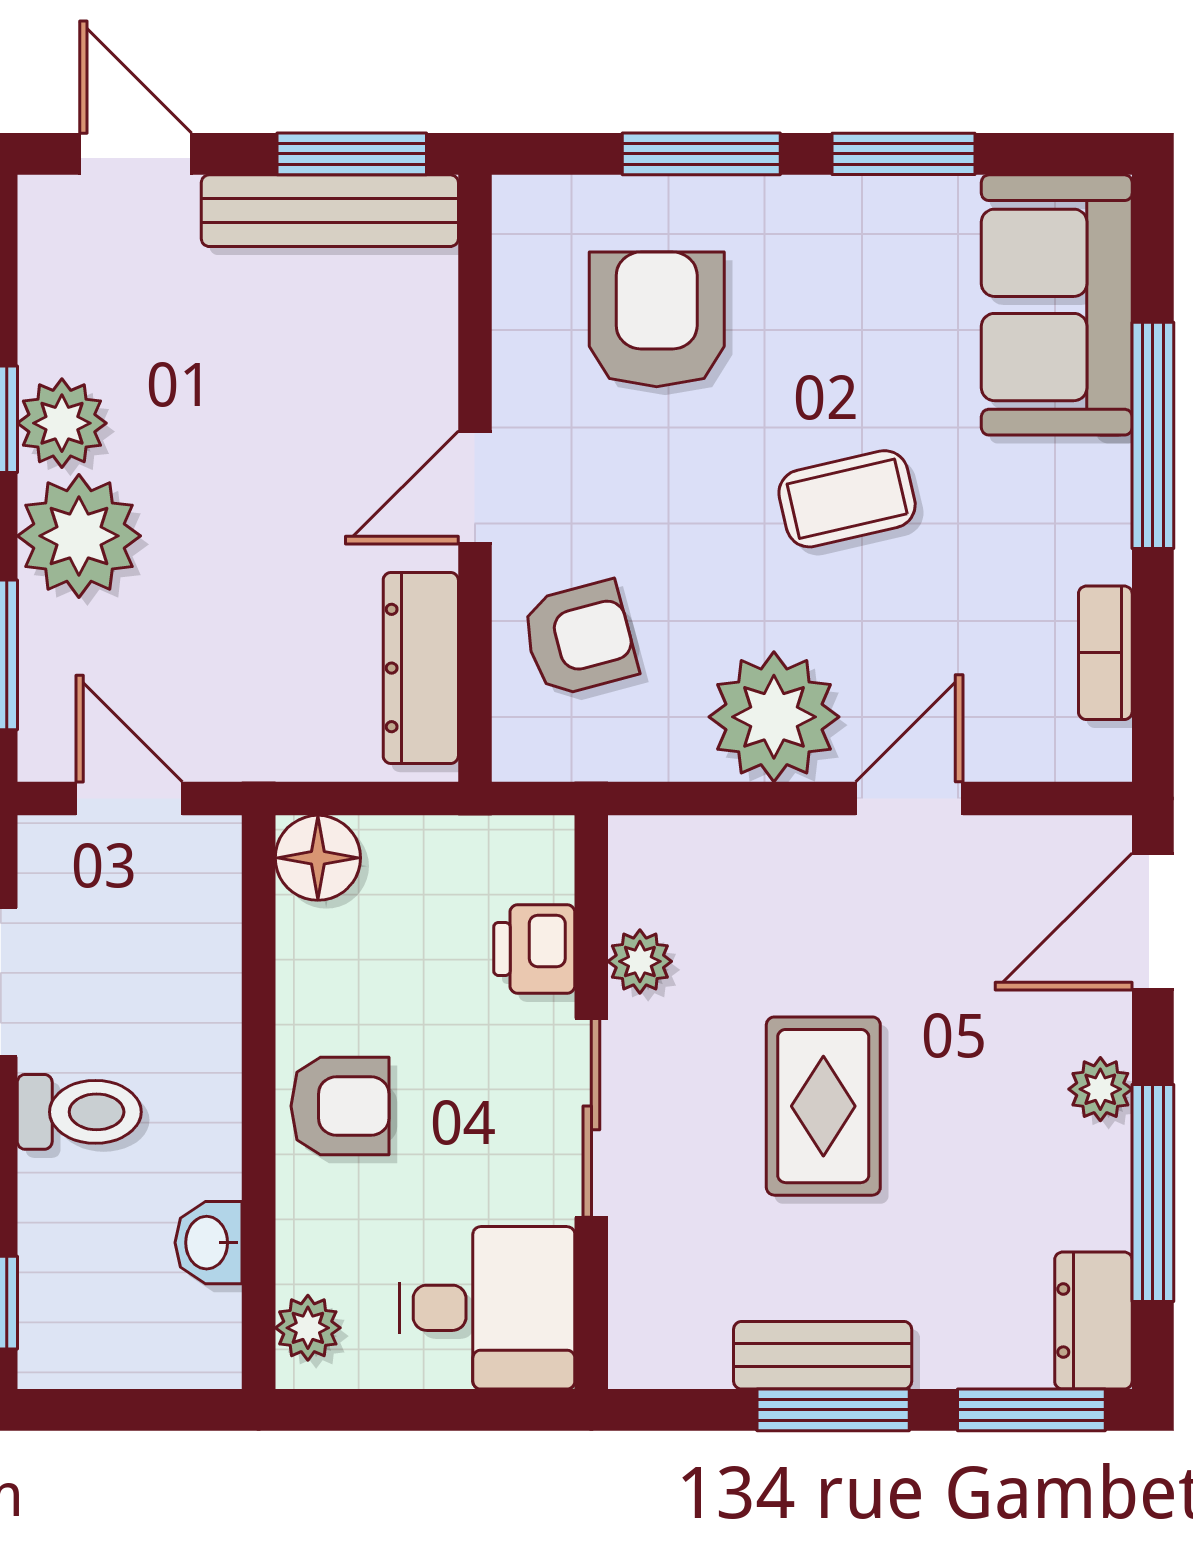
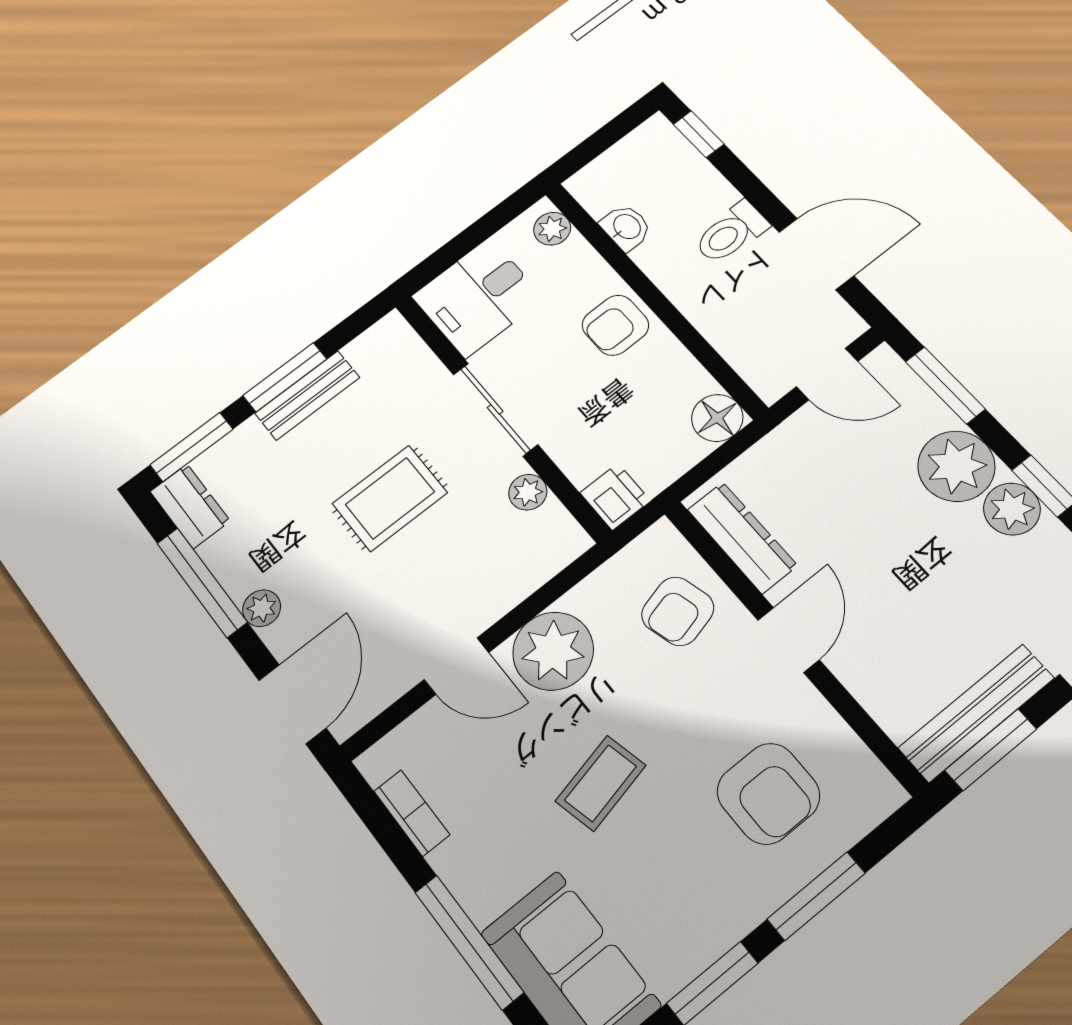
door: (909, 799) -> (456, 666), hinge flipped
printer: (534, 949) -> (615, 497), moved
rug: (823, 1106) -> (390, 498), turned 90

